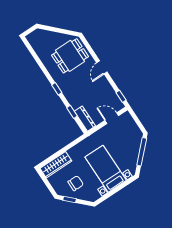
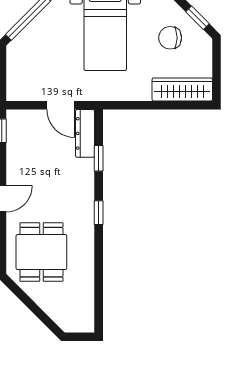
dining table: (70, 56) -> (41, 252), turned 90
door: (112, 118) -> (61, 105), moved

